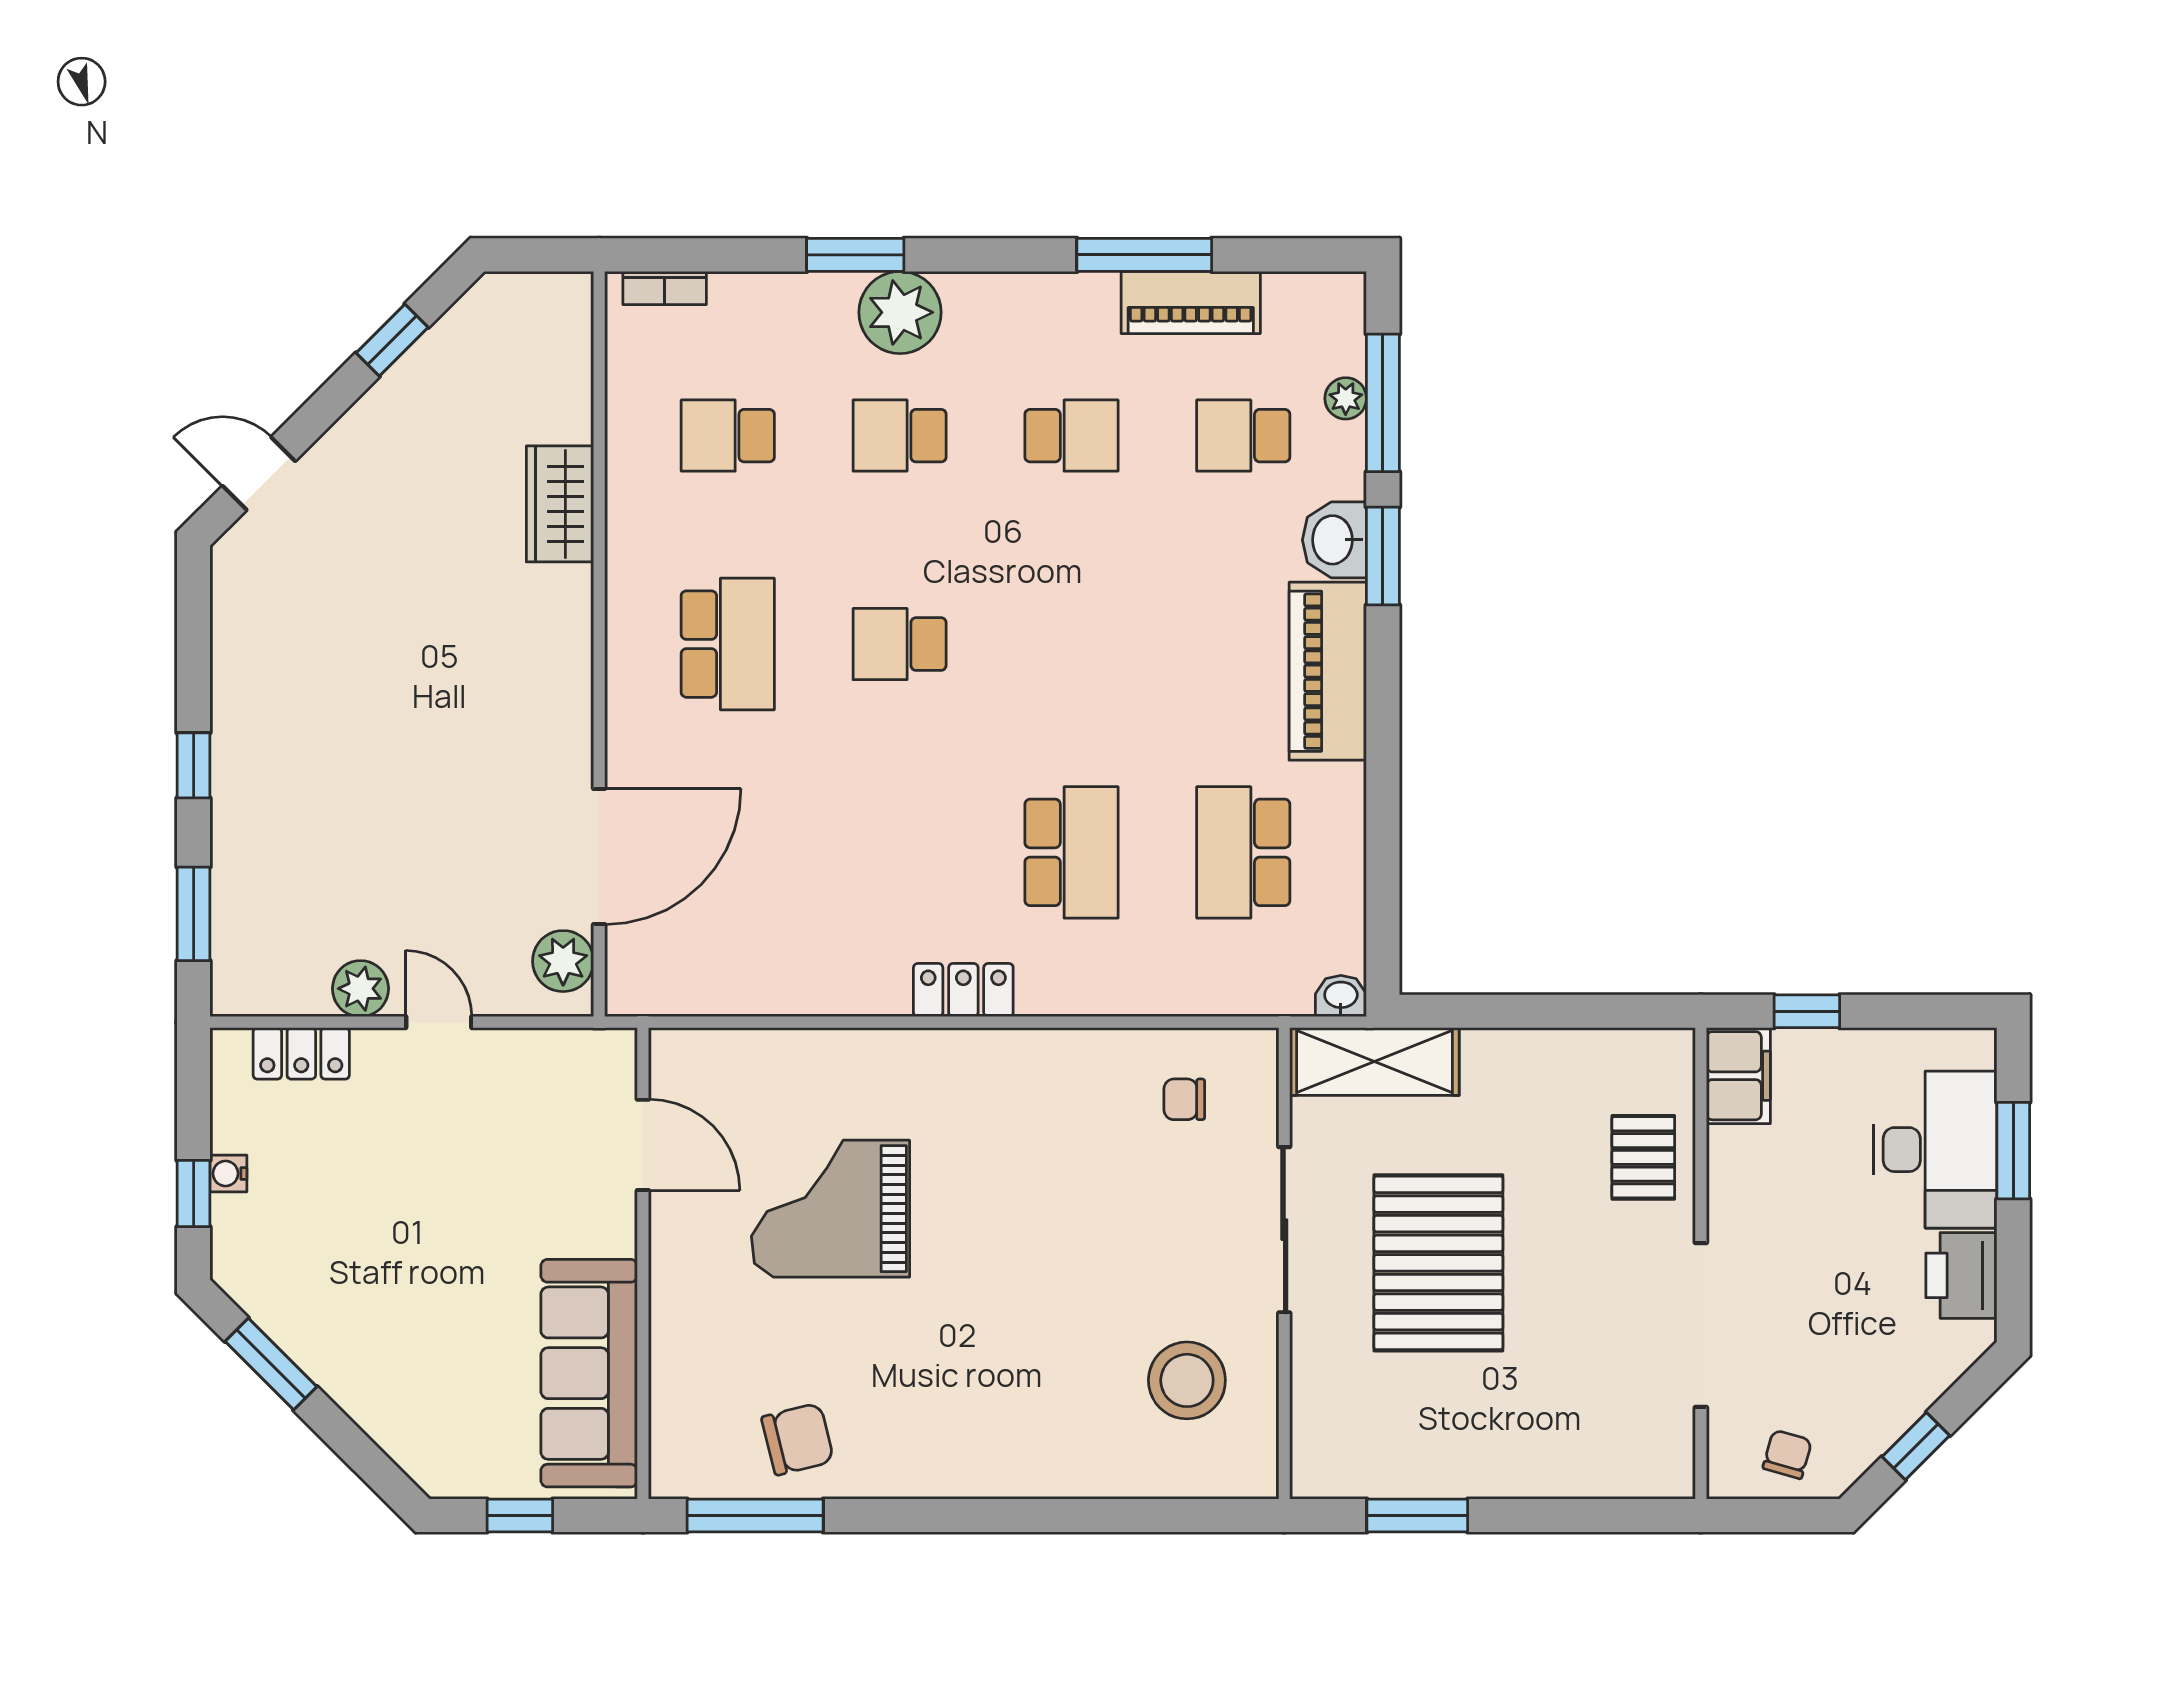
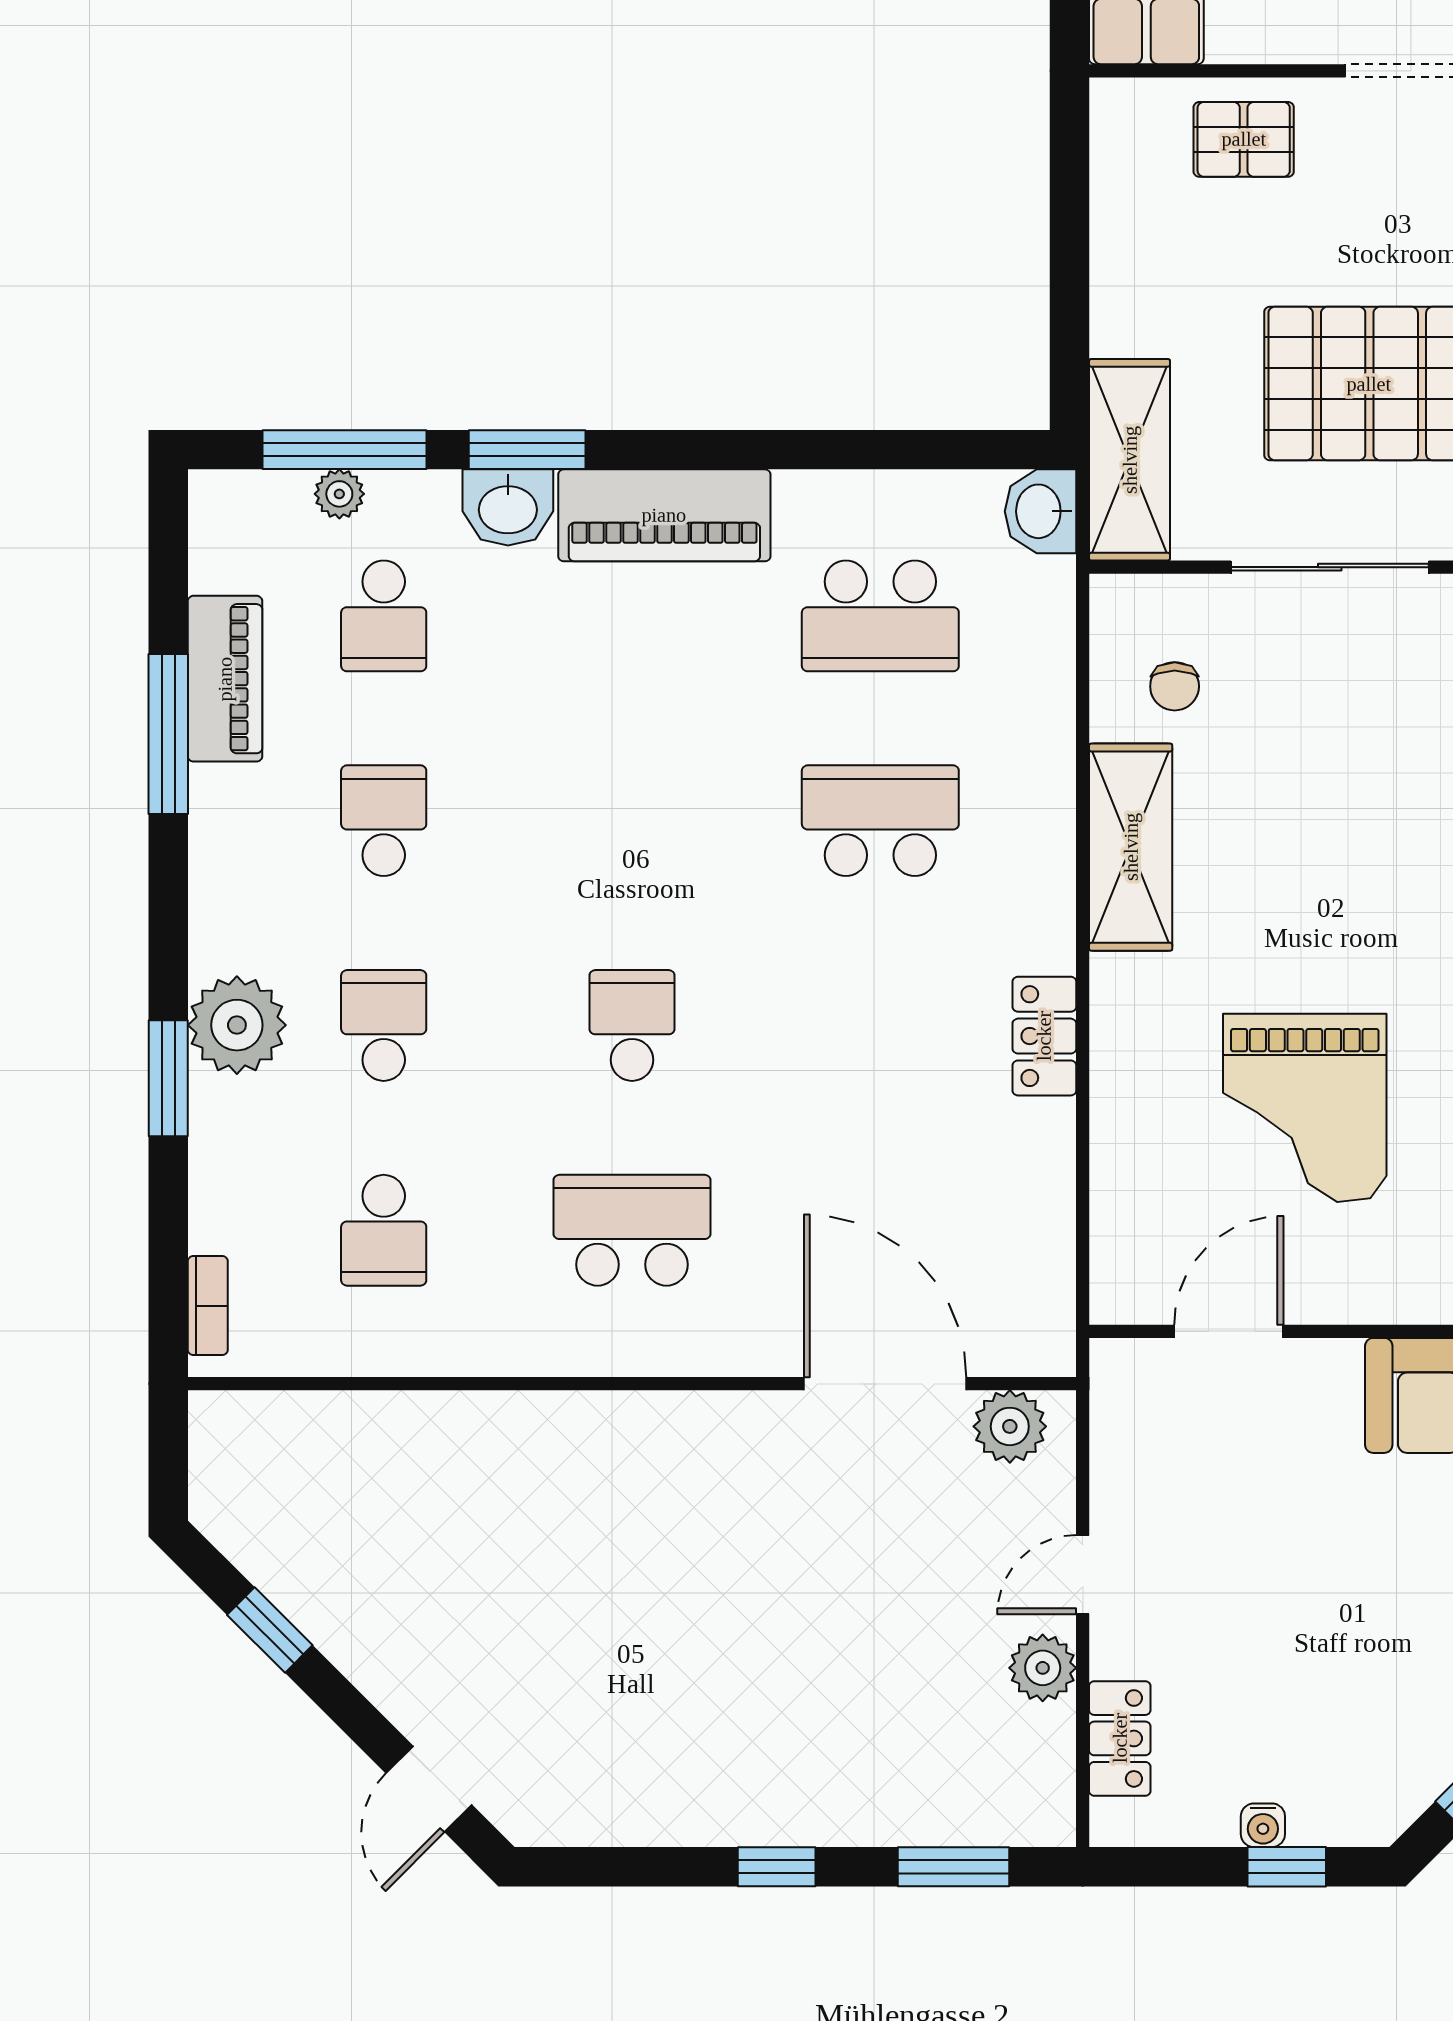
school desk: (900, 436) -> (384, 1025), turned 180
wardrobe: (560, 504) -> (465, 1430), removed
school desk: (900, 644) -> (632, 1025), turned 180
locker: (963, 990) -> (1044, 1036), moved
washbasin: (1341, 996) -> (1040, 511), width x1.38, depth x1.45
shelving: (1049, 1063) -> (1131, 847), added

